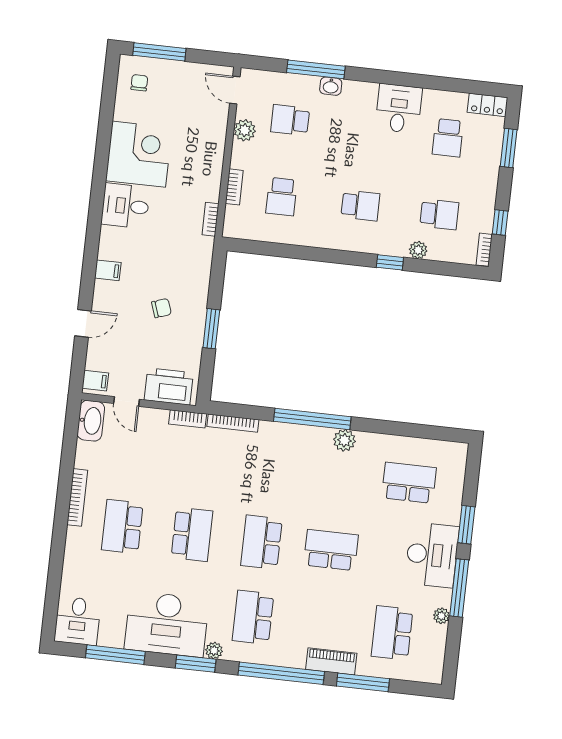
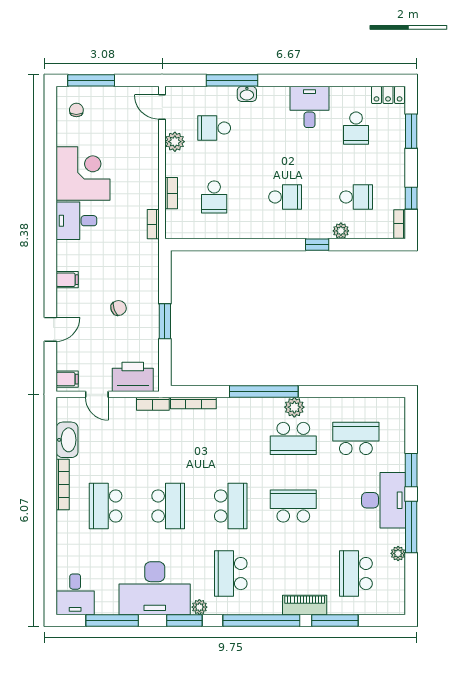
washbasin: (91, 421) -> (67, 440), moved
school desk: (339, 475) -> (293, 438), added
school desk: (261, 542) -> (231, 506), turned 180

